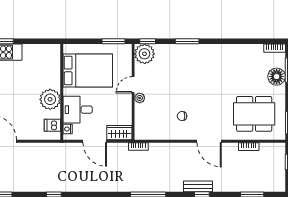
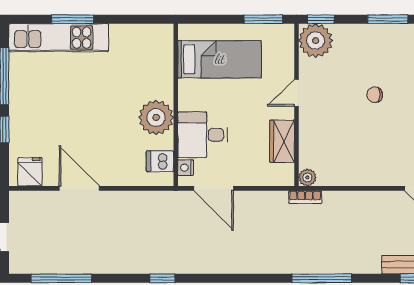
bed: (88, 70) -> (220, 59), width x0.67
plant: (140, 98) -> (307, 177), moved
chair: (182, 116) -> (375, 95), moved
wardrobe: (119, 133) -> (282, 141), moved, turned -90
door: (95, 141) -> (214, 188), moved

